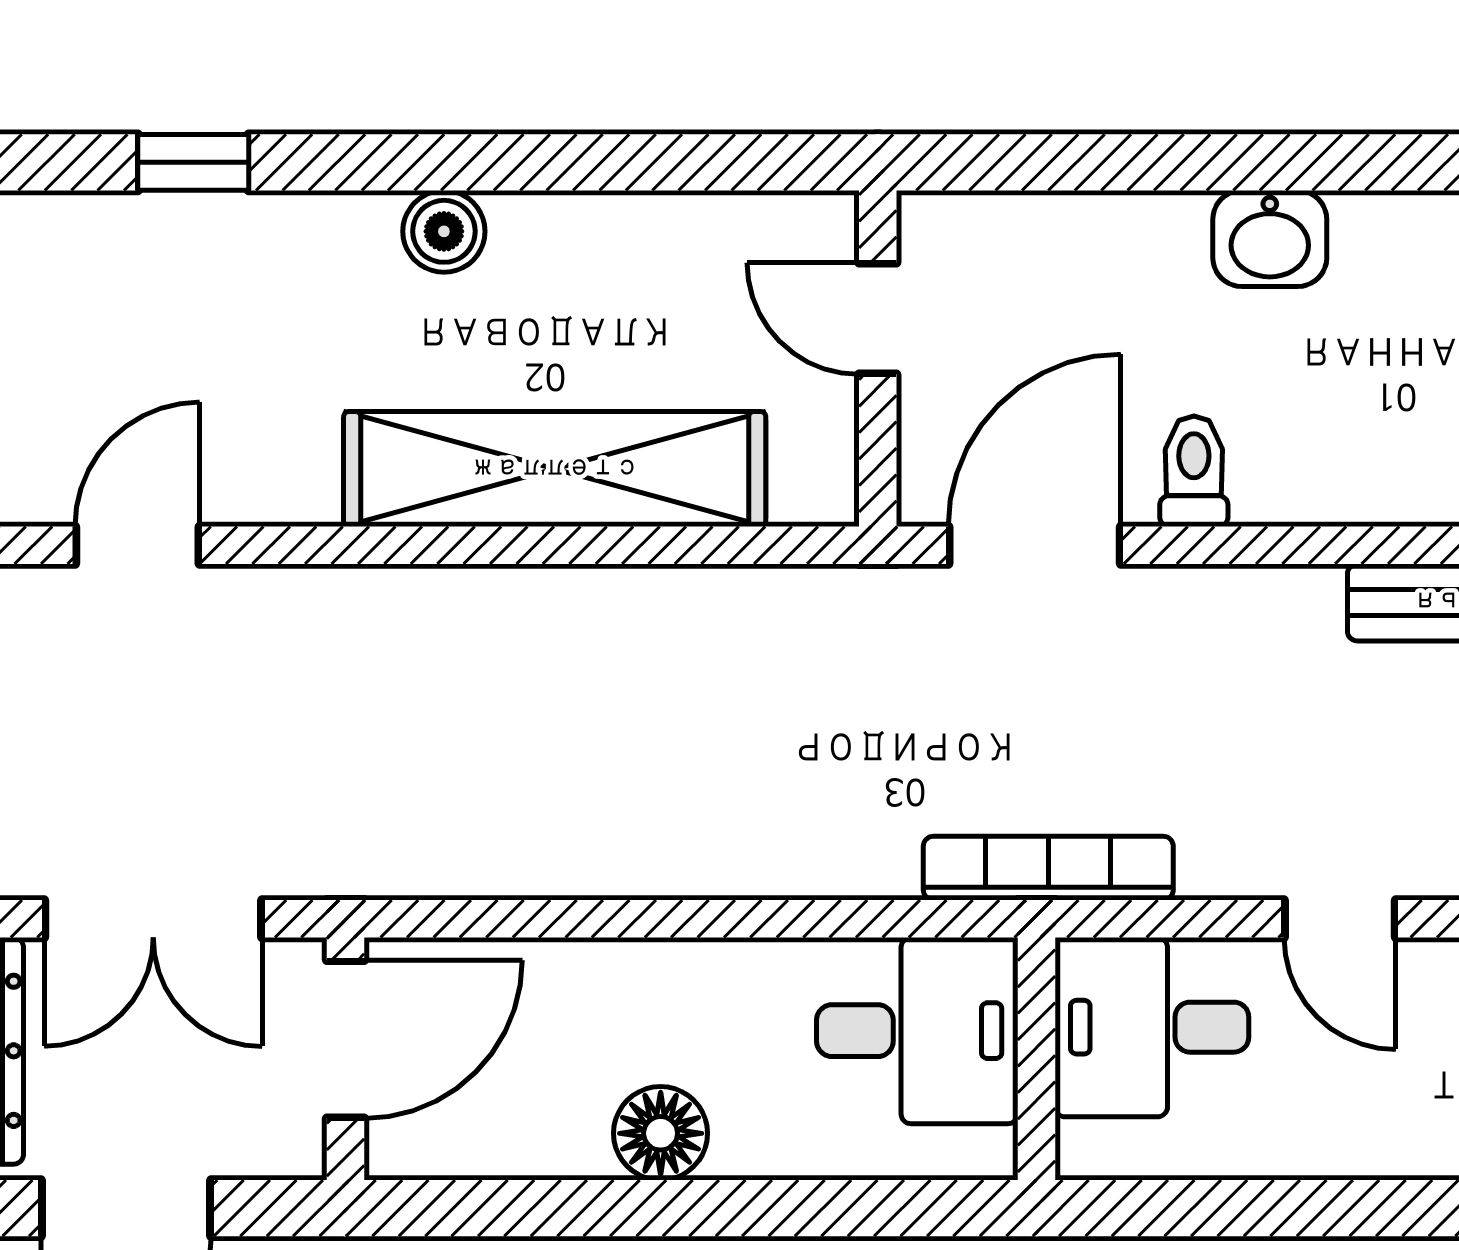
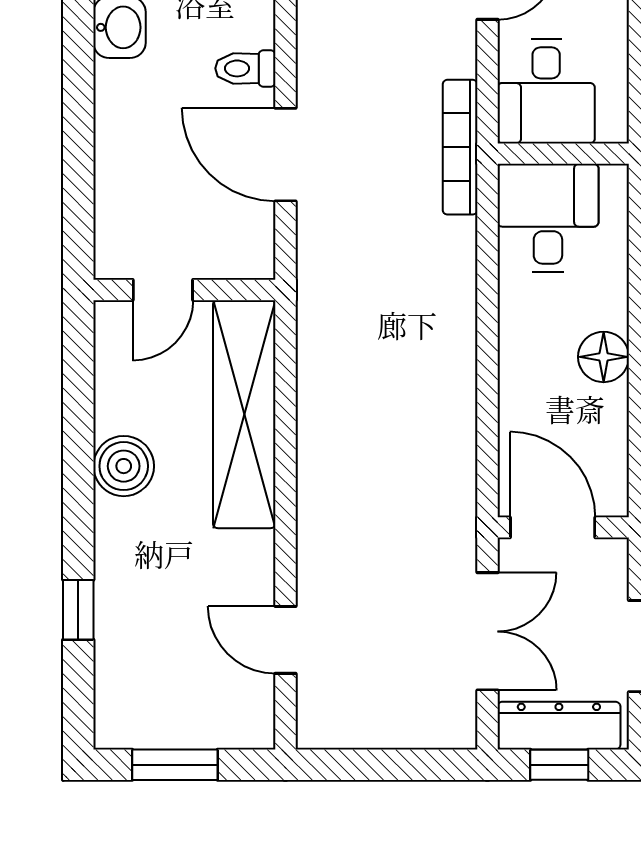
boiler: (444, 231) -> (124, 466), width x1.36, depth x1.36
door: (878, 319) -> (163, 290), moved
wall: (878, 358) -> (184, 290), moved

